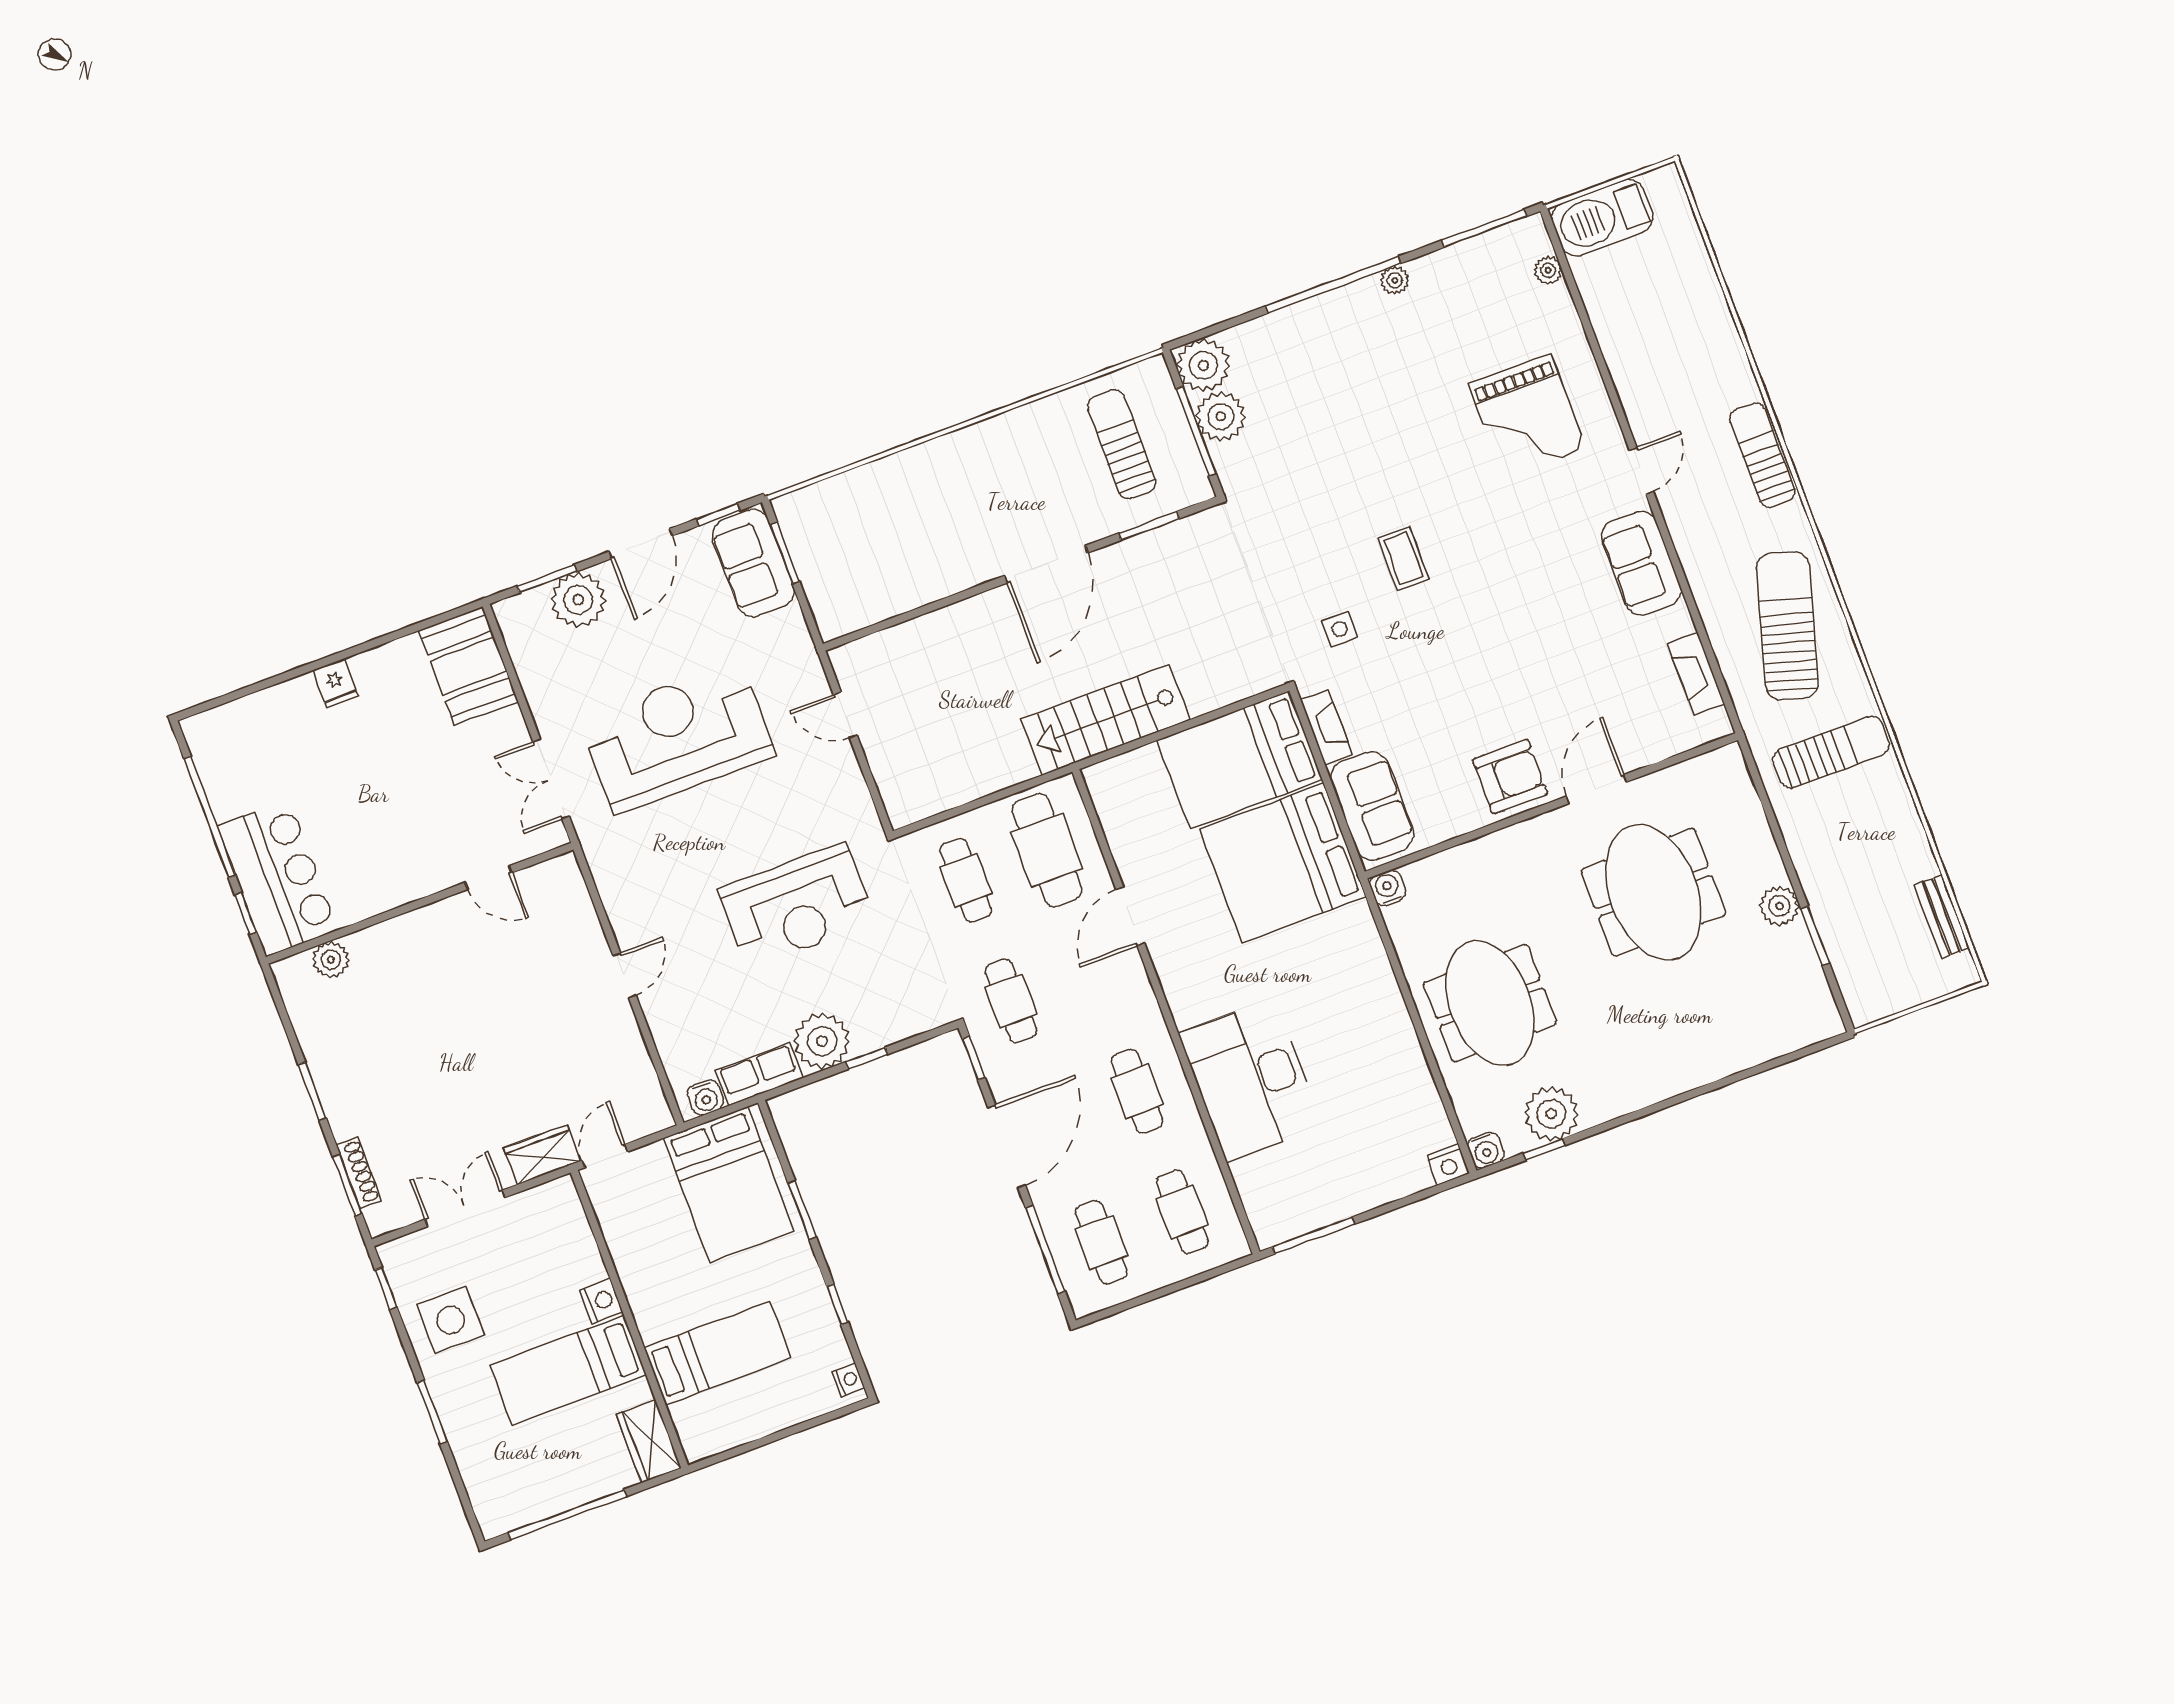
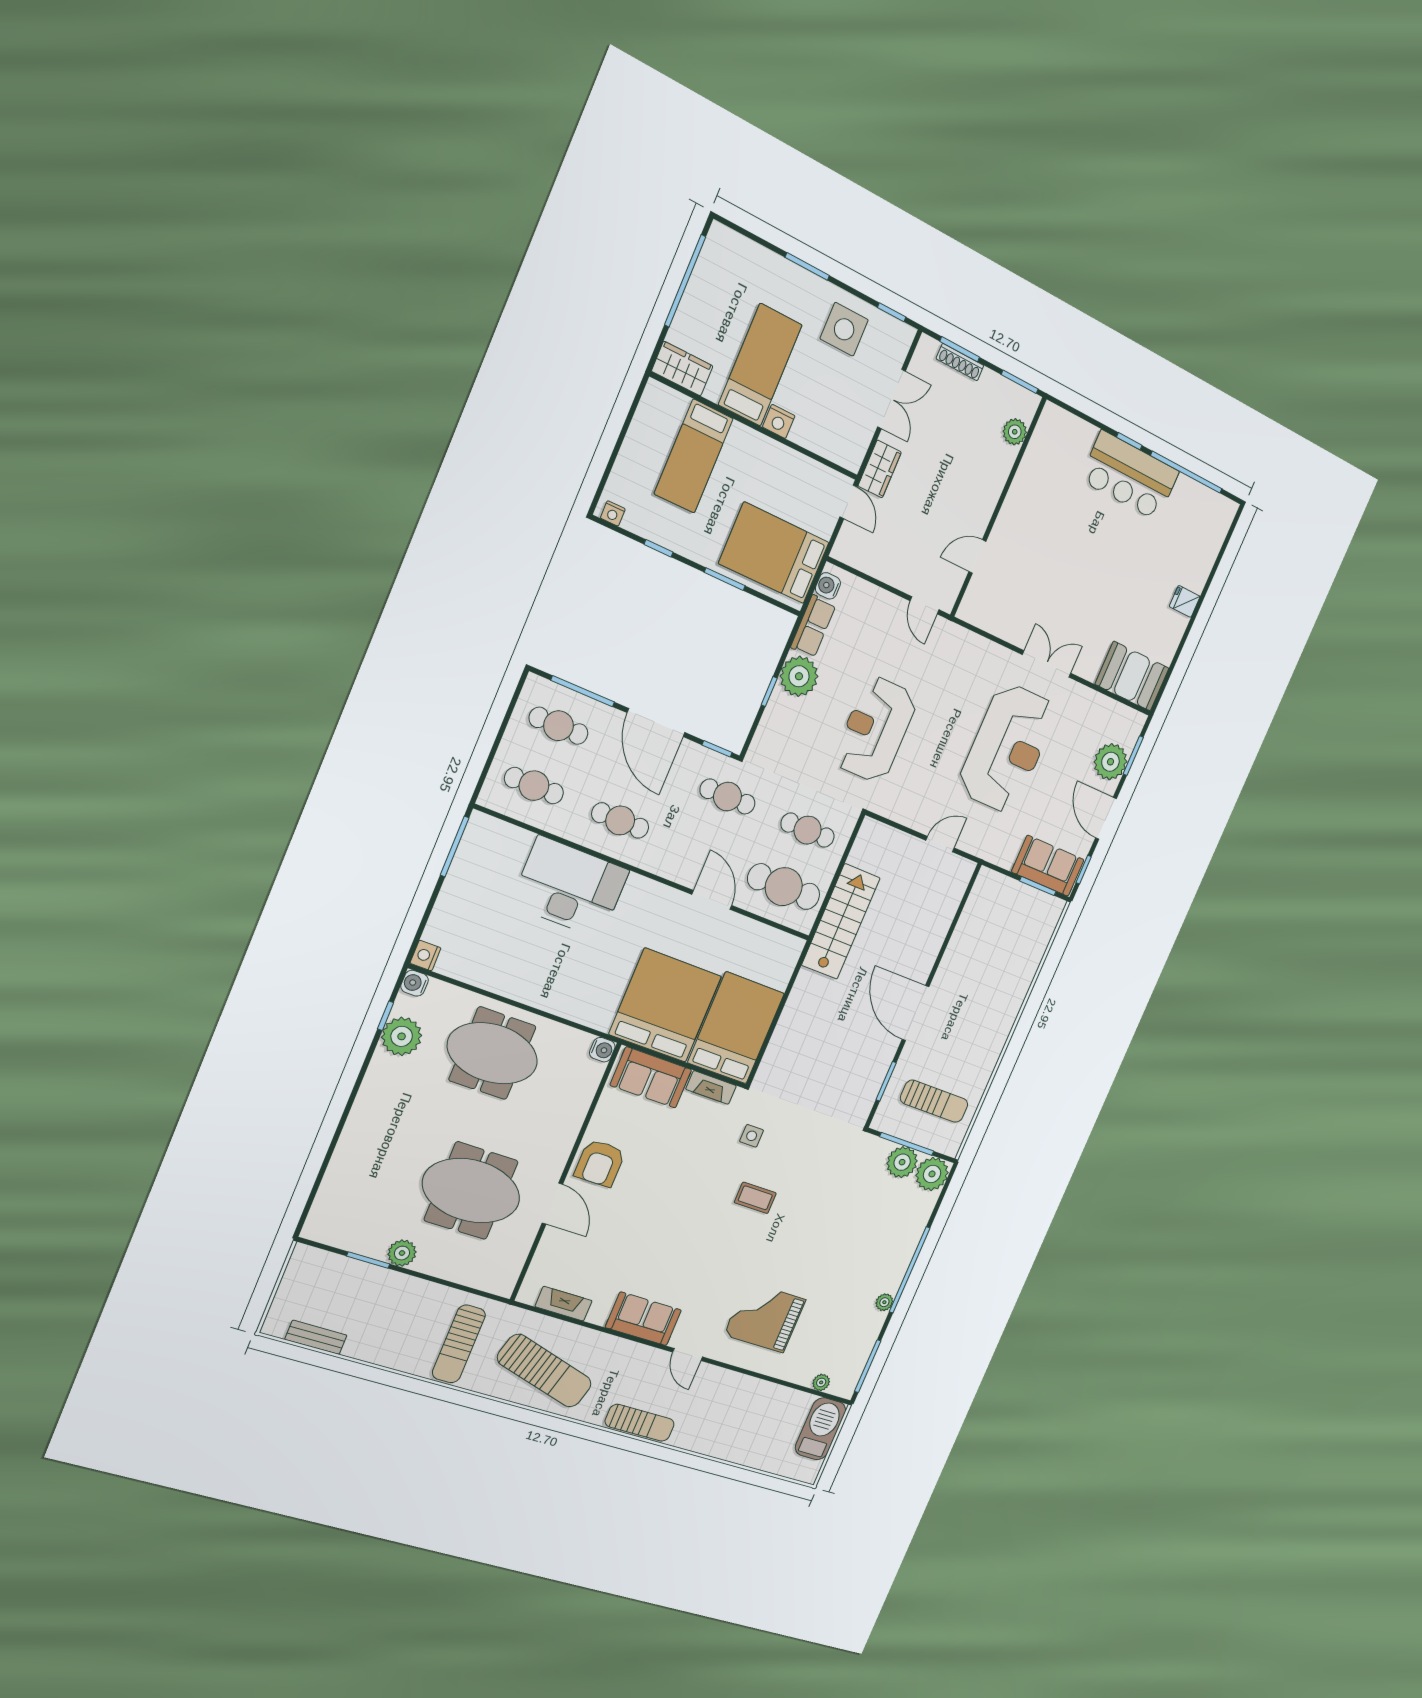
stairs: (1106, 720) -> (841, 922), moved
door: (489, 878) -> (977, 556), moved
wall: (420, 903) -> (998, 507), moved
plant: (331, 960) -> (1015, 432), moved

